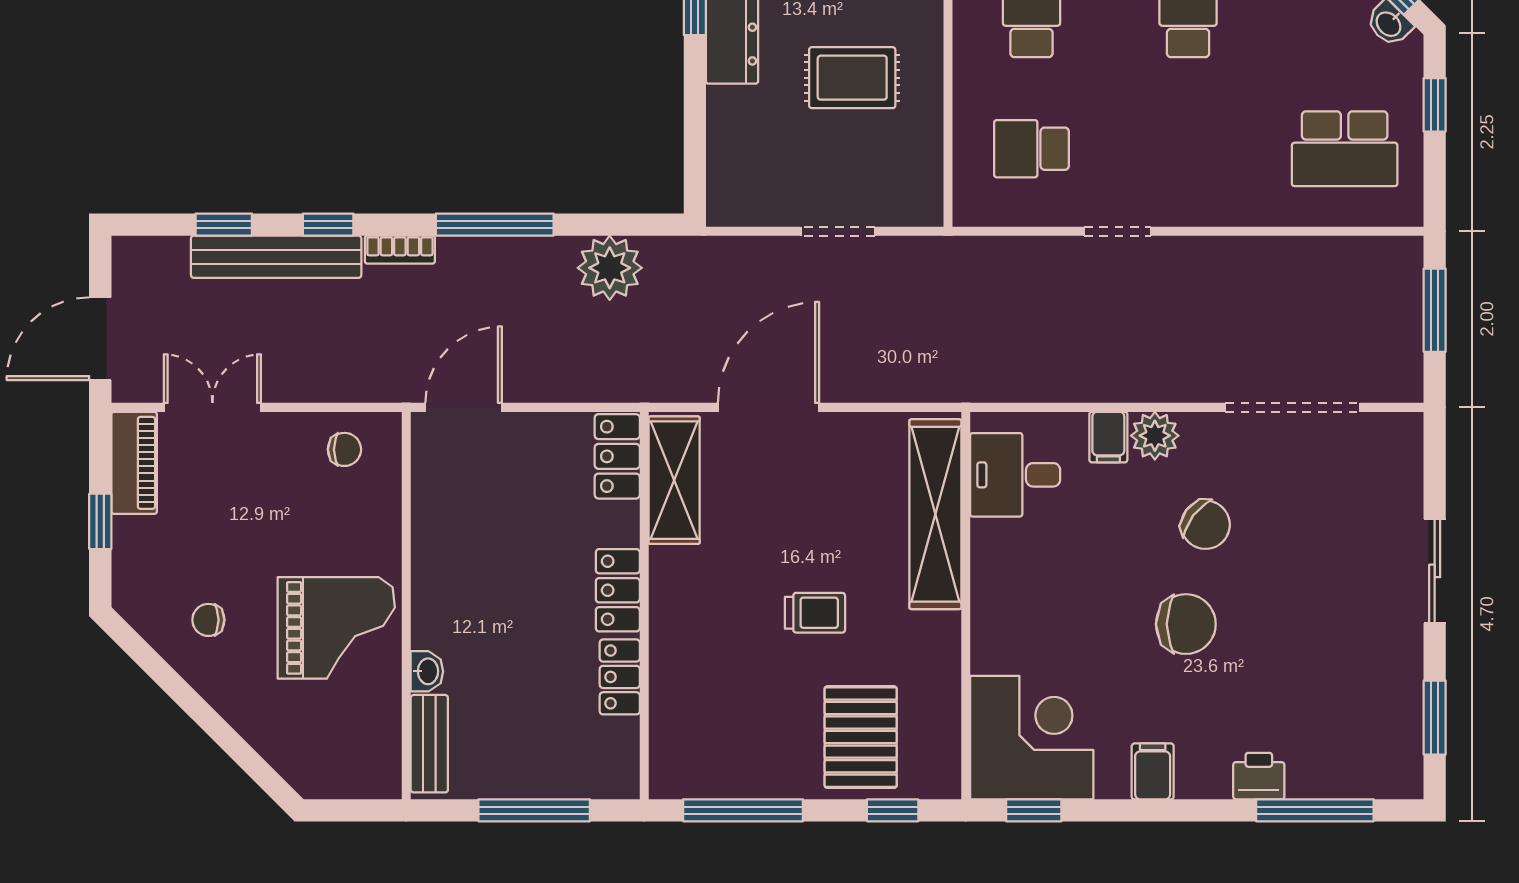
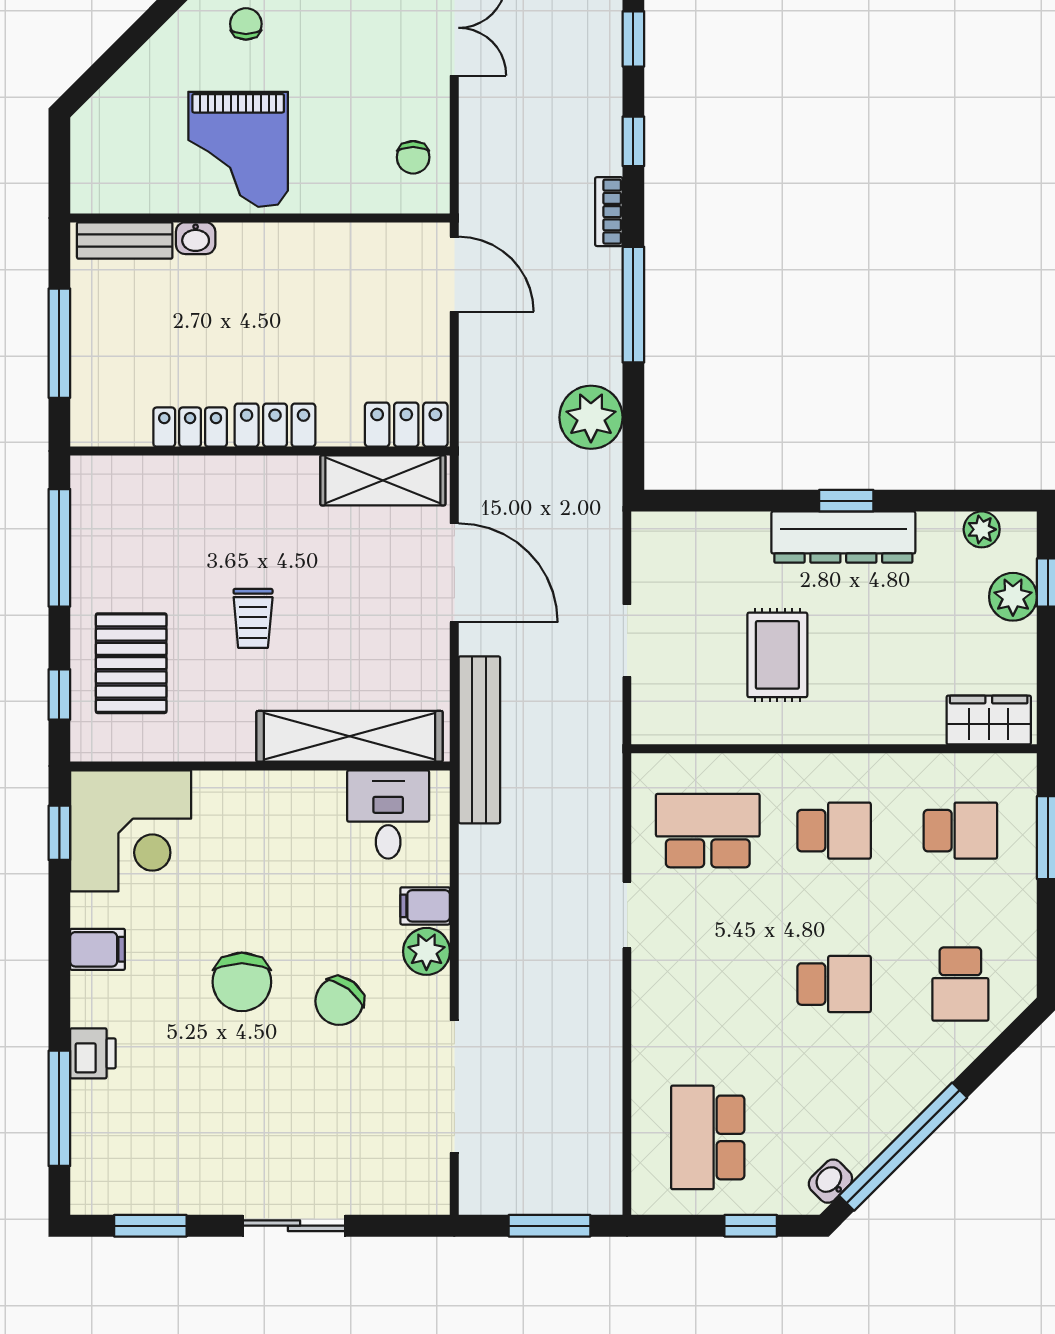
school desk: (1032, 149) -> (708, 831), width x1.85
bench: (276, 257) -> (479, 740), moved
pallet: (861, 737) -> (131, 663), turned 90

